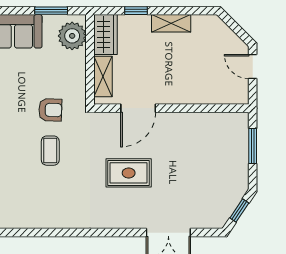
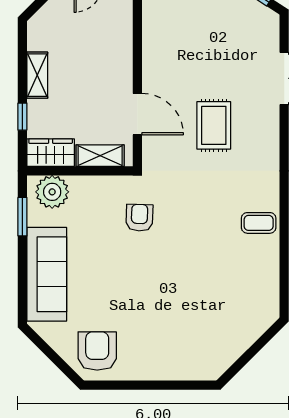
coffee table: (50, 151) -> (259, 223), moved

